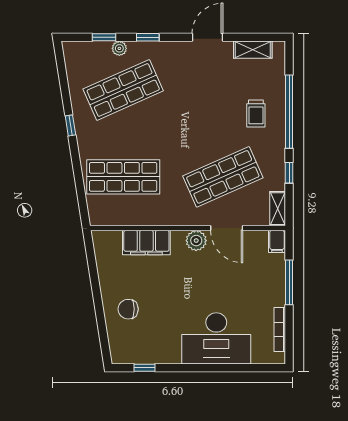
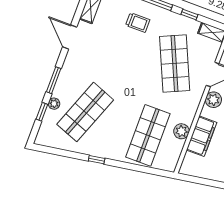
window: (148, 37) -> (54, 80), width x1.50
shop shelf: (123, 90) -> (85, 112), turned 45
plant: (143, 216) -> (181, 131), added

